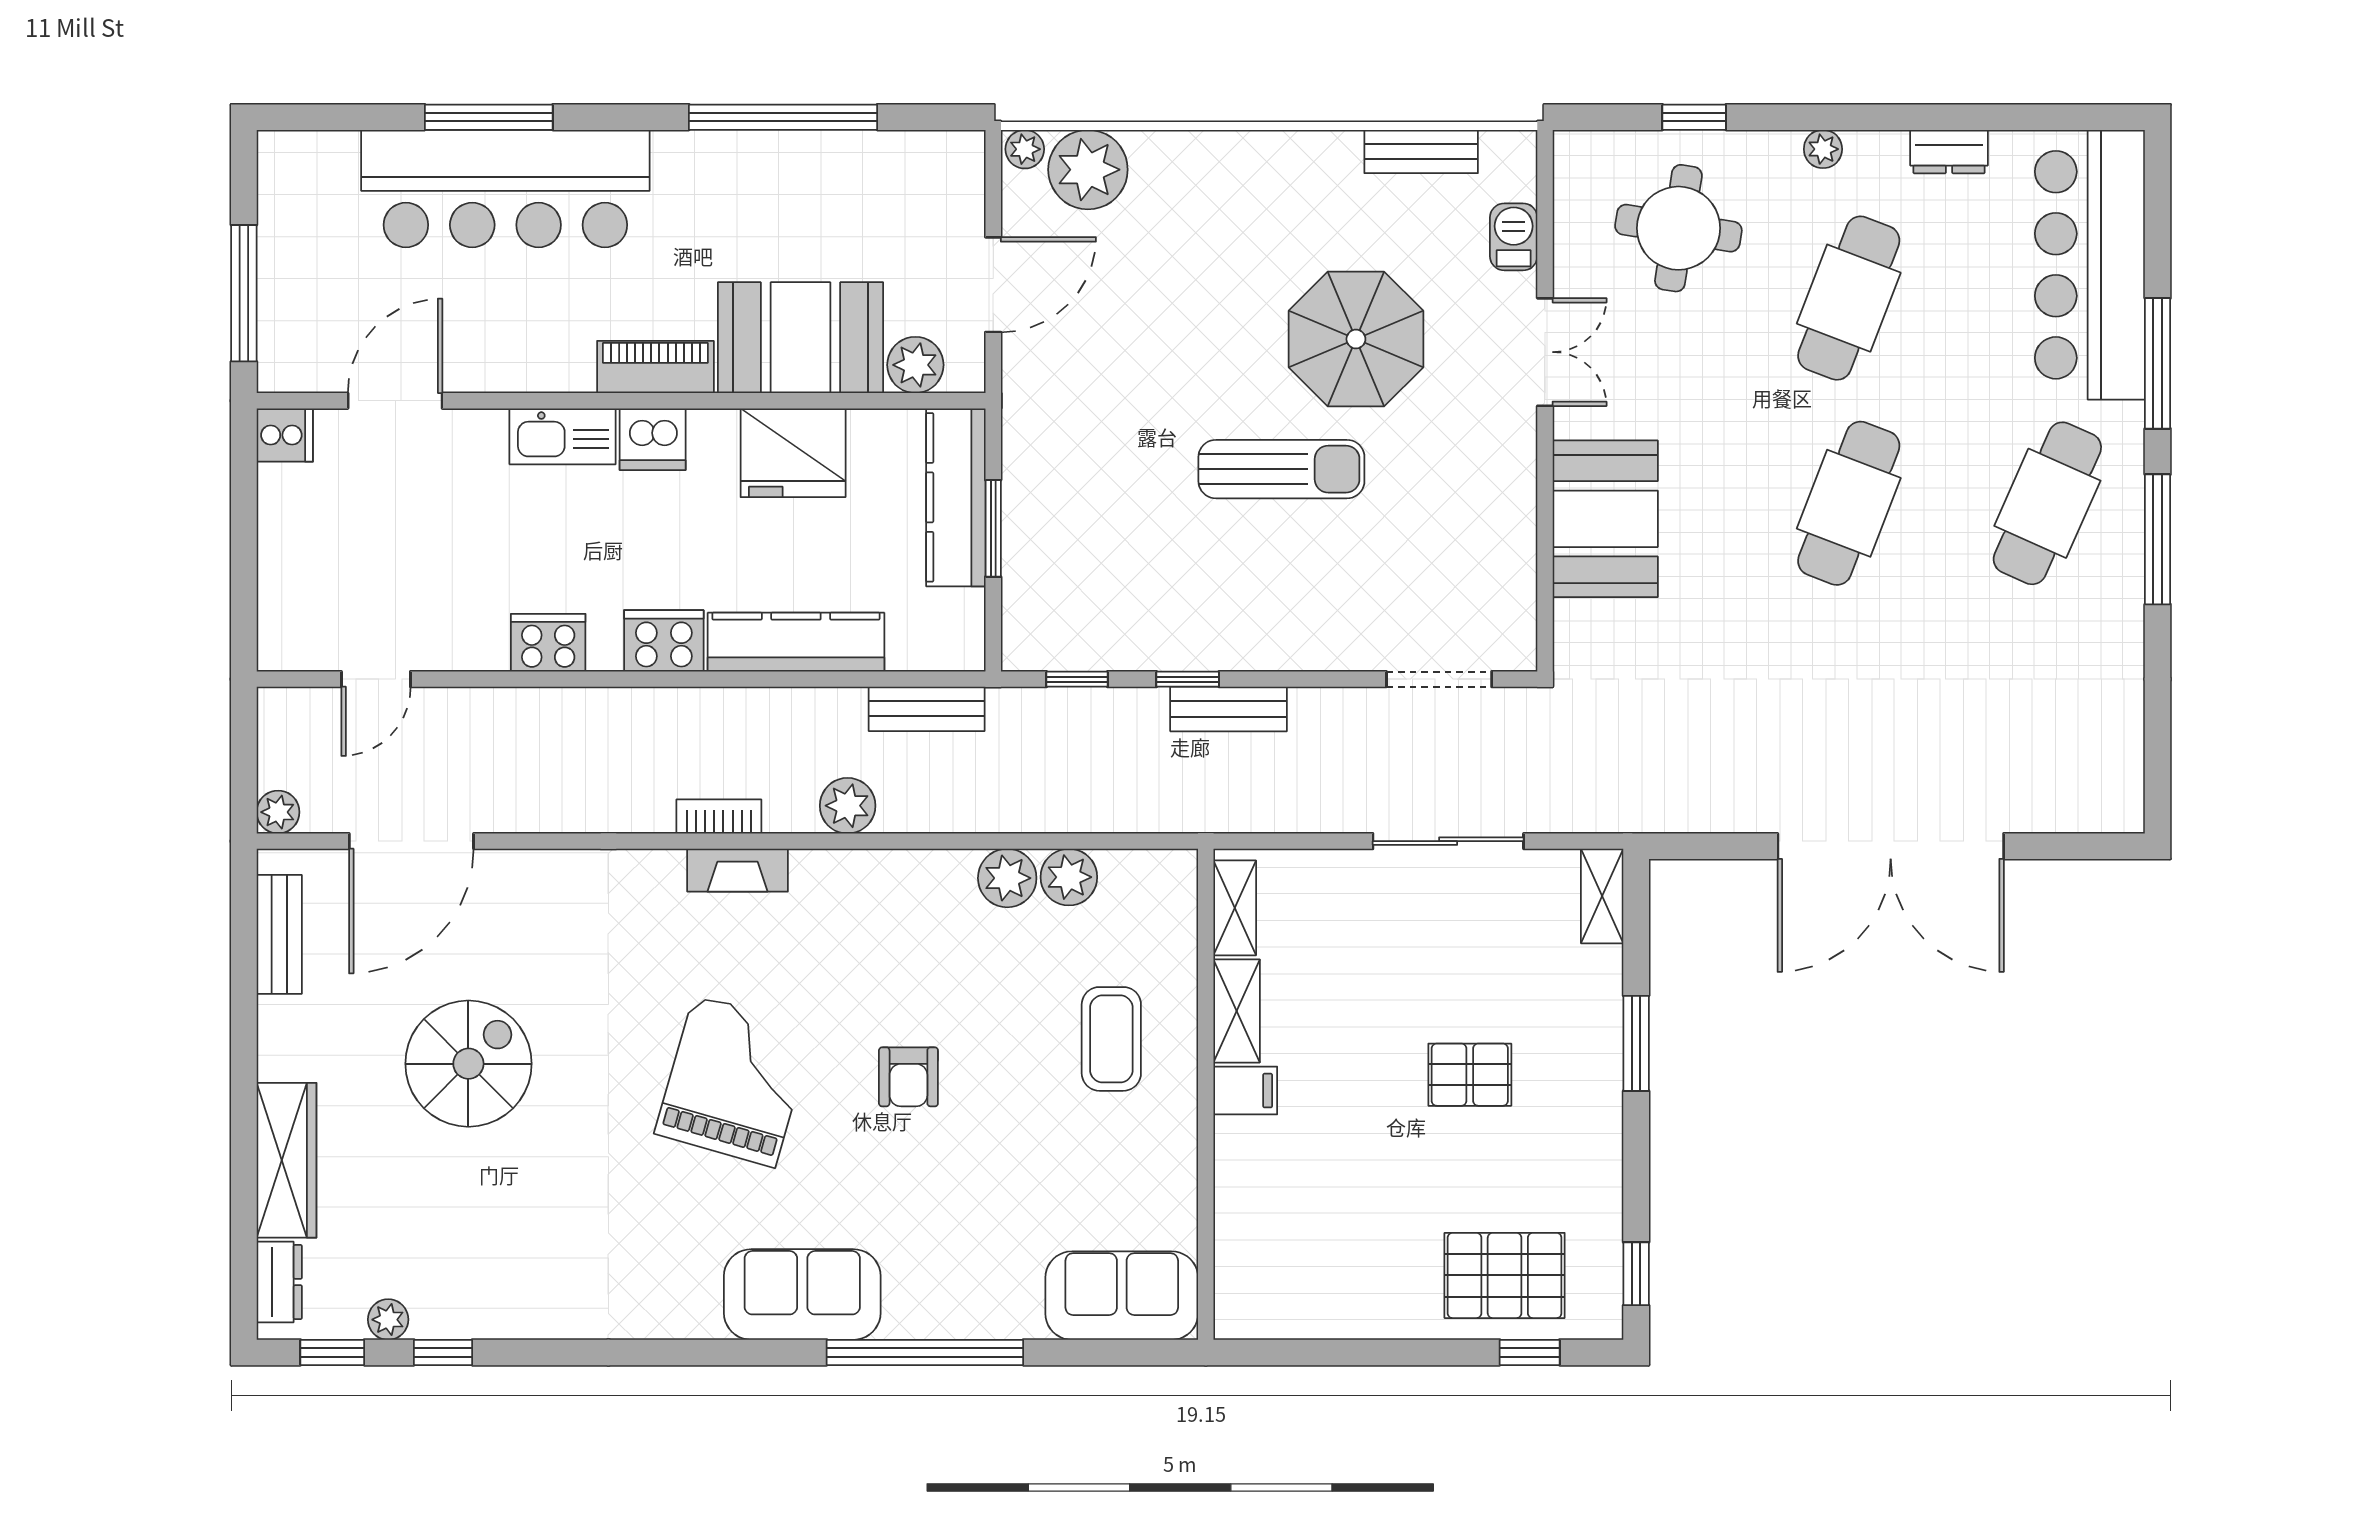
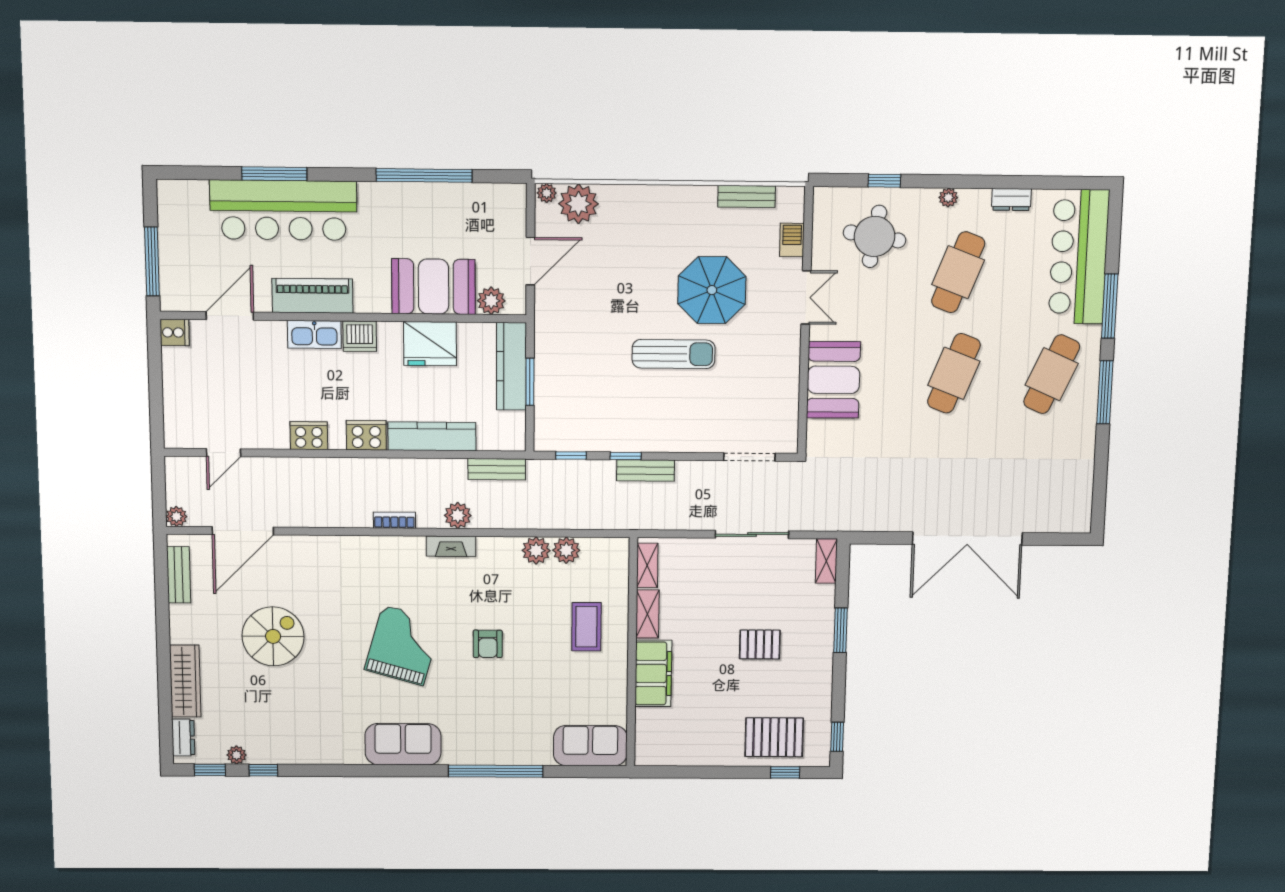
piano: (655, 367) -> (313, 296), moved, width x1.37, depth x1.33
fireplace: (737, 870) -> (451, 546), moved
filing cabinet: (1245, 1091) -> (653, 673), width x3.00, depth x1.17
sofa: (802, 1294) -> (403, 744), moved

